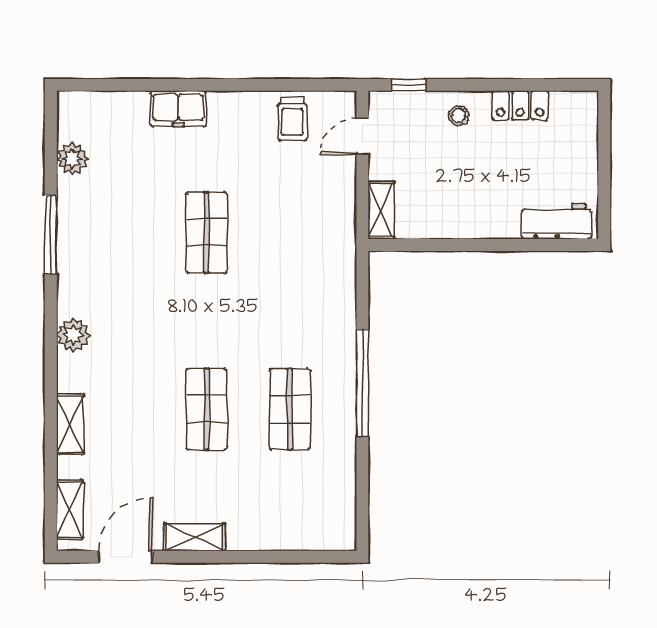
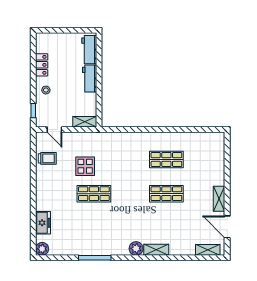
freezer: (178, 109) -> (43, 223), moved
plant: (72, 159) -> (42, 249), moved
display table: (273, 211) -> (85, 166), added
workbench: (487, 222) -> (90, 79), added
window: (362, 383) -> (156, 130), removed
shelving: (70, 424) -> (156, 250), moved

